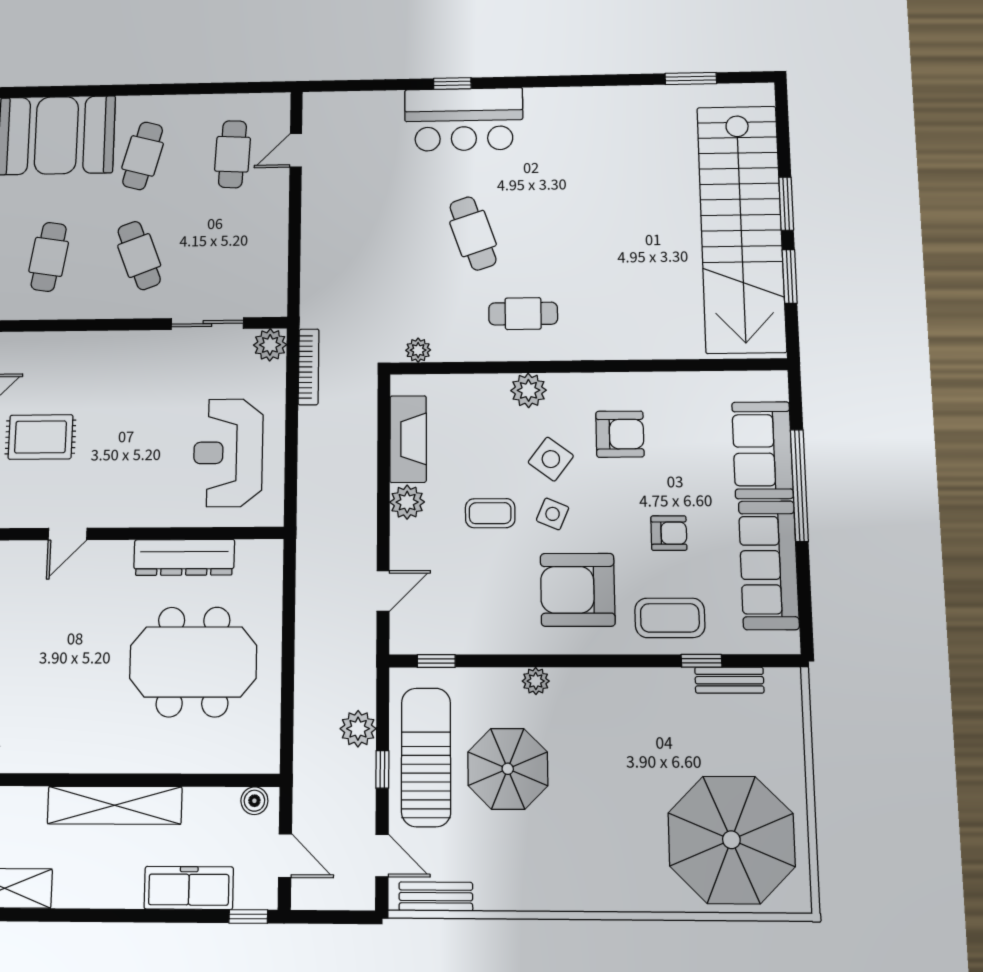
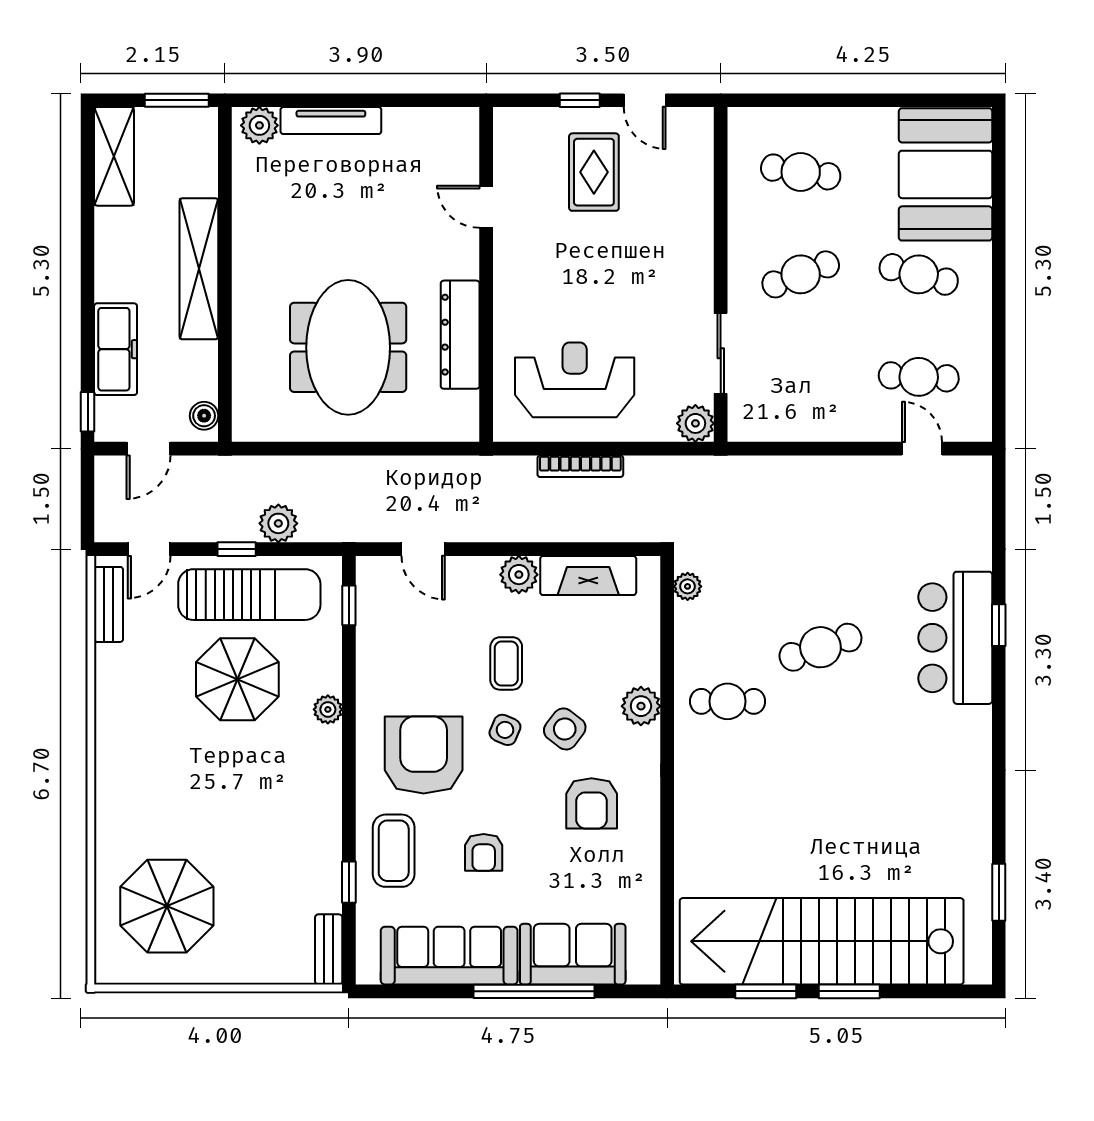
cafe table: (523, 314) -> (728, 701), turned 90
bookcase: (309, 367) -> (580, 466), moved
bench: (729, 680) -> (329, 949), moved
parasol: (731, 840) -> (167, 906), width x0.73, depth x0.73

